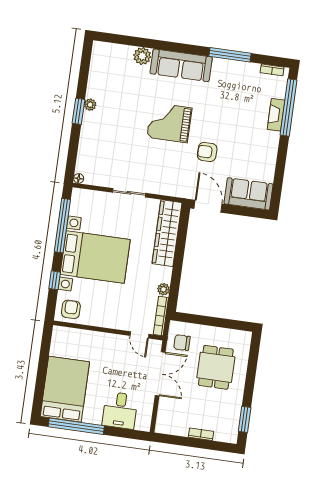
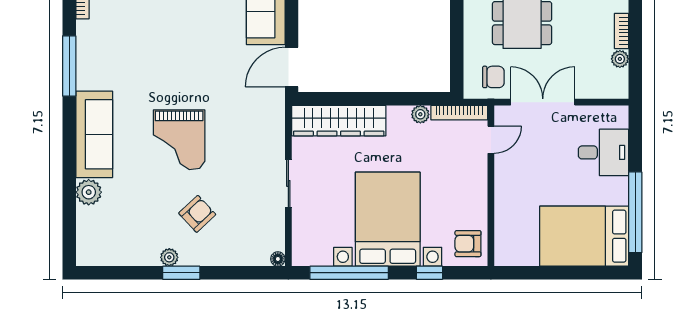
armchair: (207, 152) -> (197, 214), moved, turned -133
chair: (182, 343) -> (493, 77), turned -90
plant: (182, 430) -> (620, 59), added

